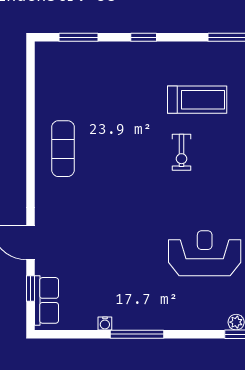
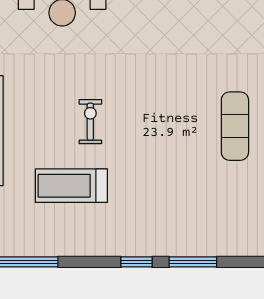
window: (79, 37) -> (193, 262), moved

